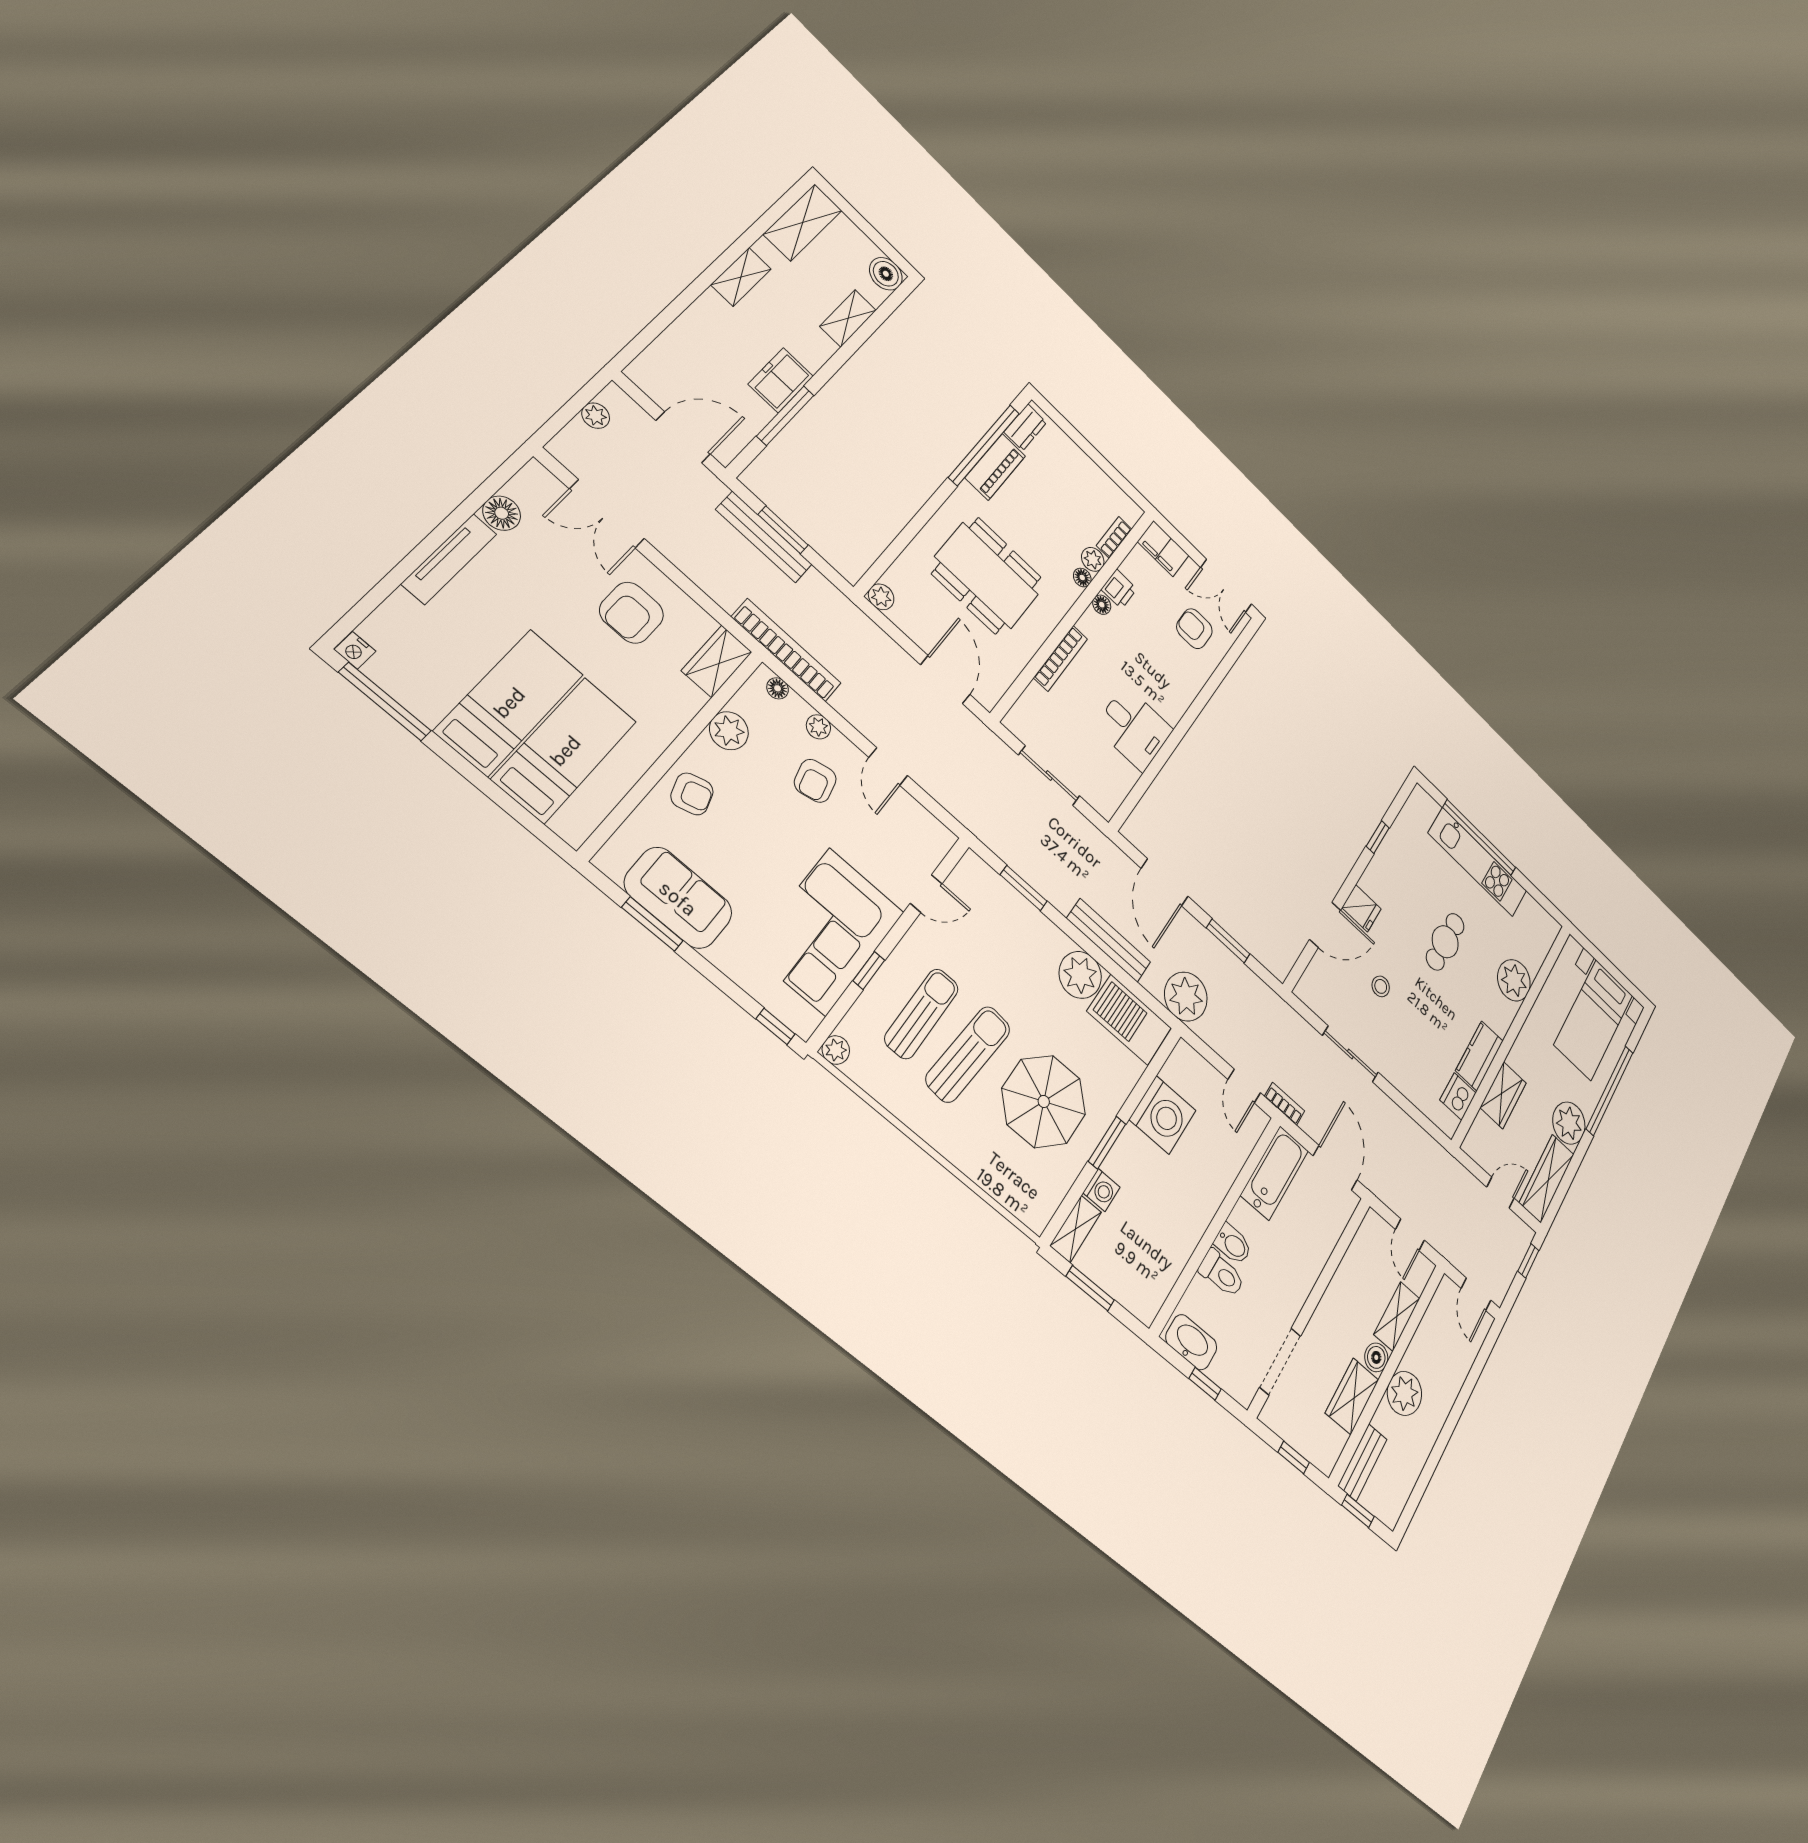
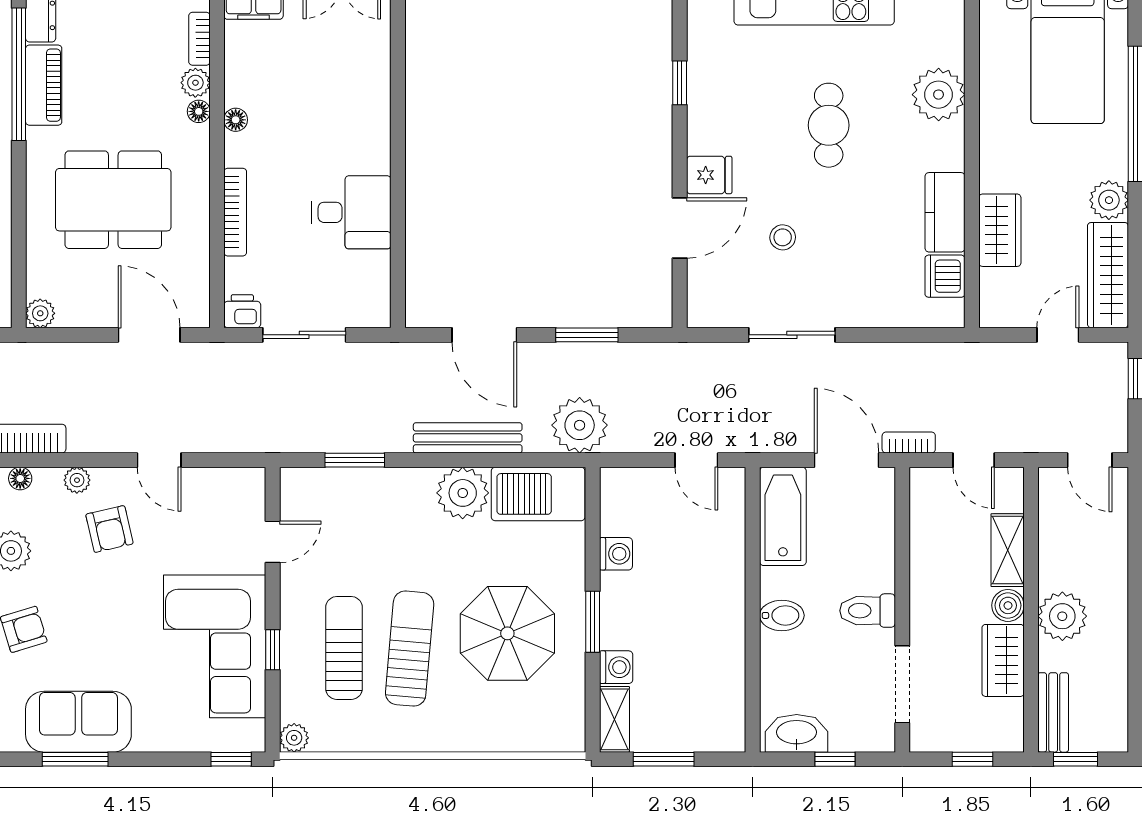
printer: (1119, 589) -> (242, 311), moved, turned -90
armchair: (1194, 629) -> (341, 52), removed
bookcase: (1284, 1104) -> (909, 443), moved
washing machine: (1163, 1115) -> (616, 554), width x0.53, depth x0.53
plant: (1569, 1123) -> (1109, 200), width x0.73, depth x0.73
toilet: (1222, 1273) -> (868, 611), moved, turned 180

